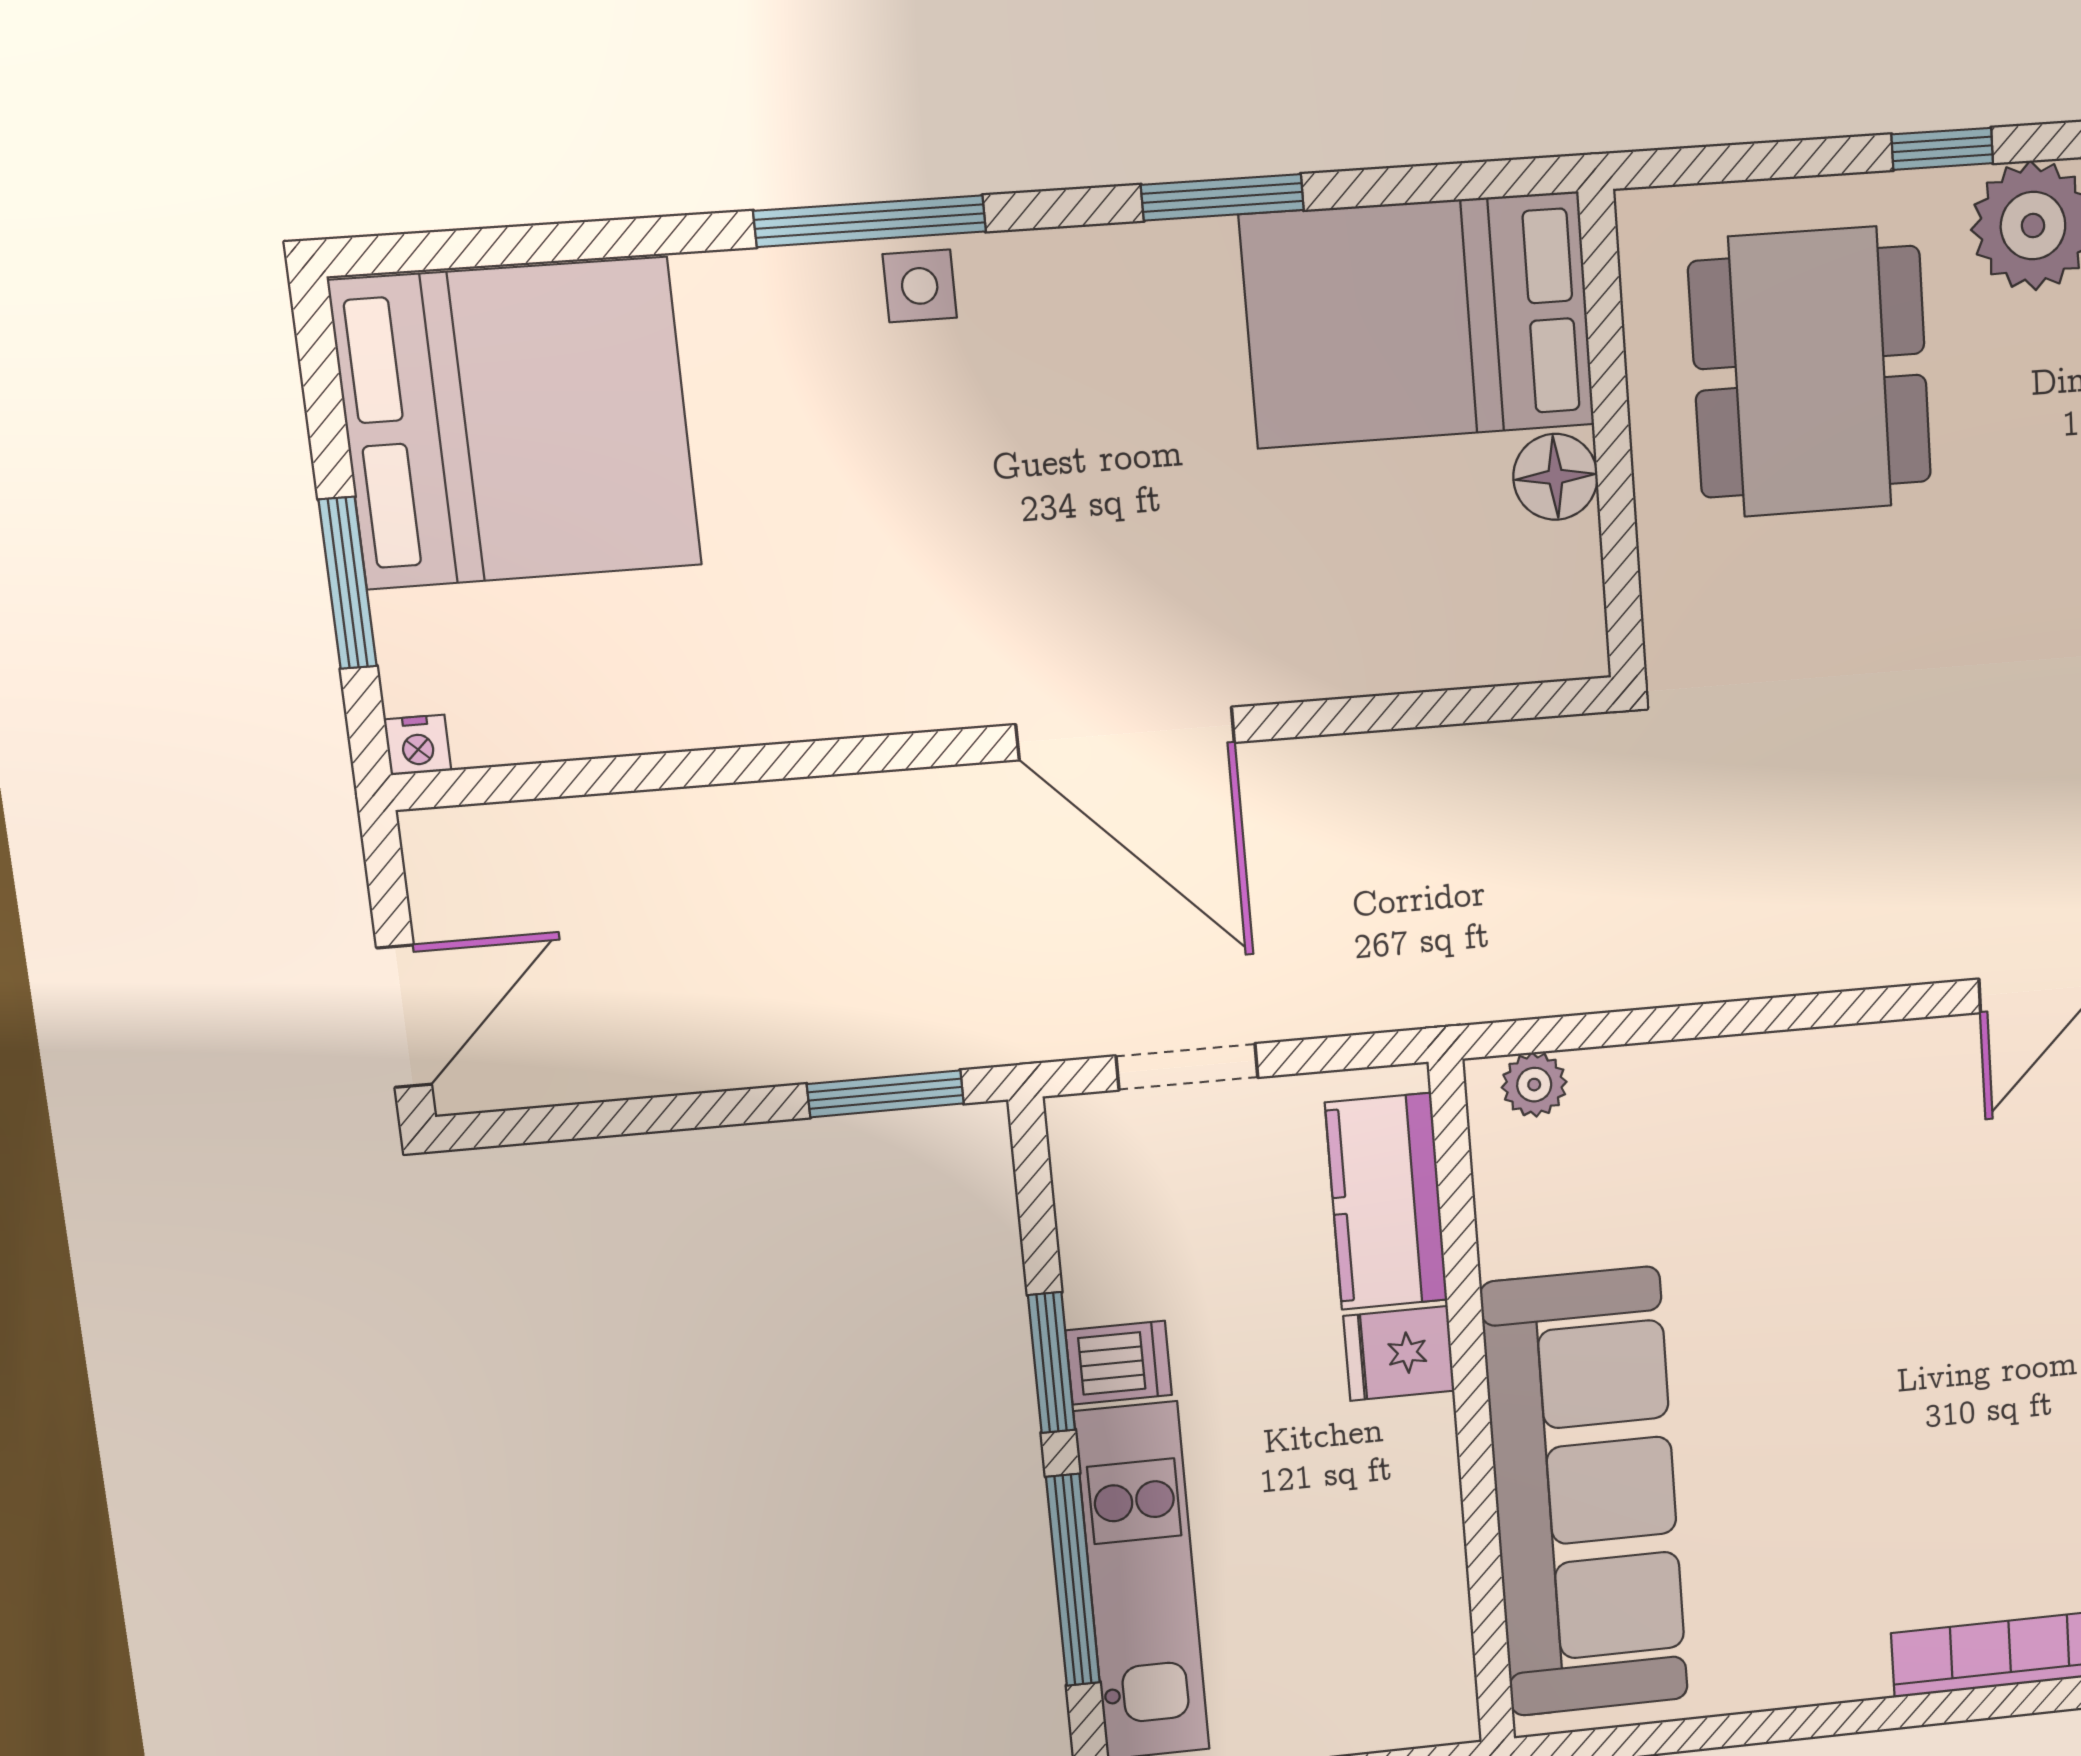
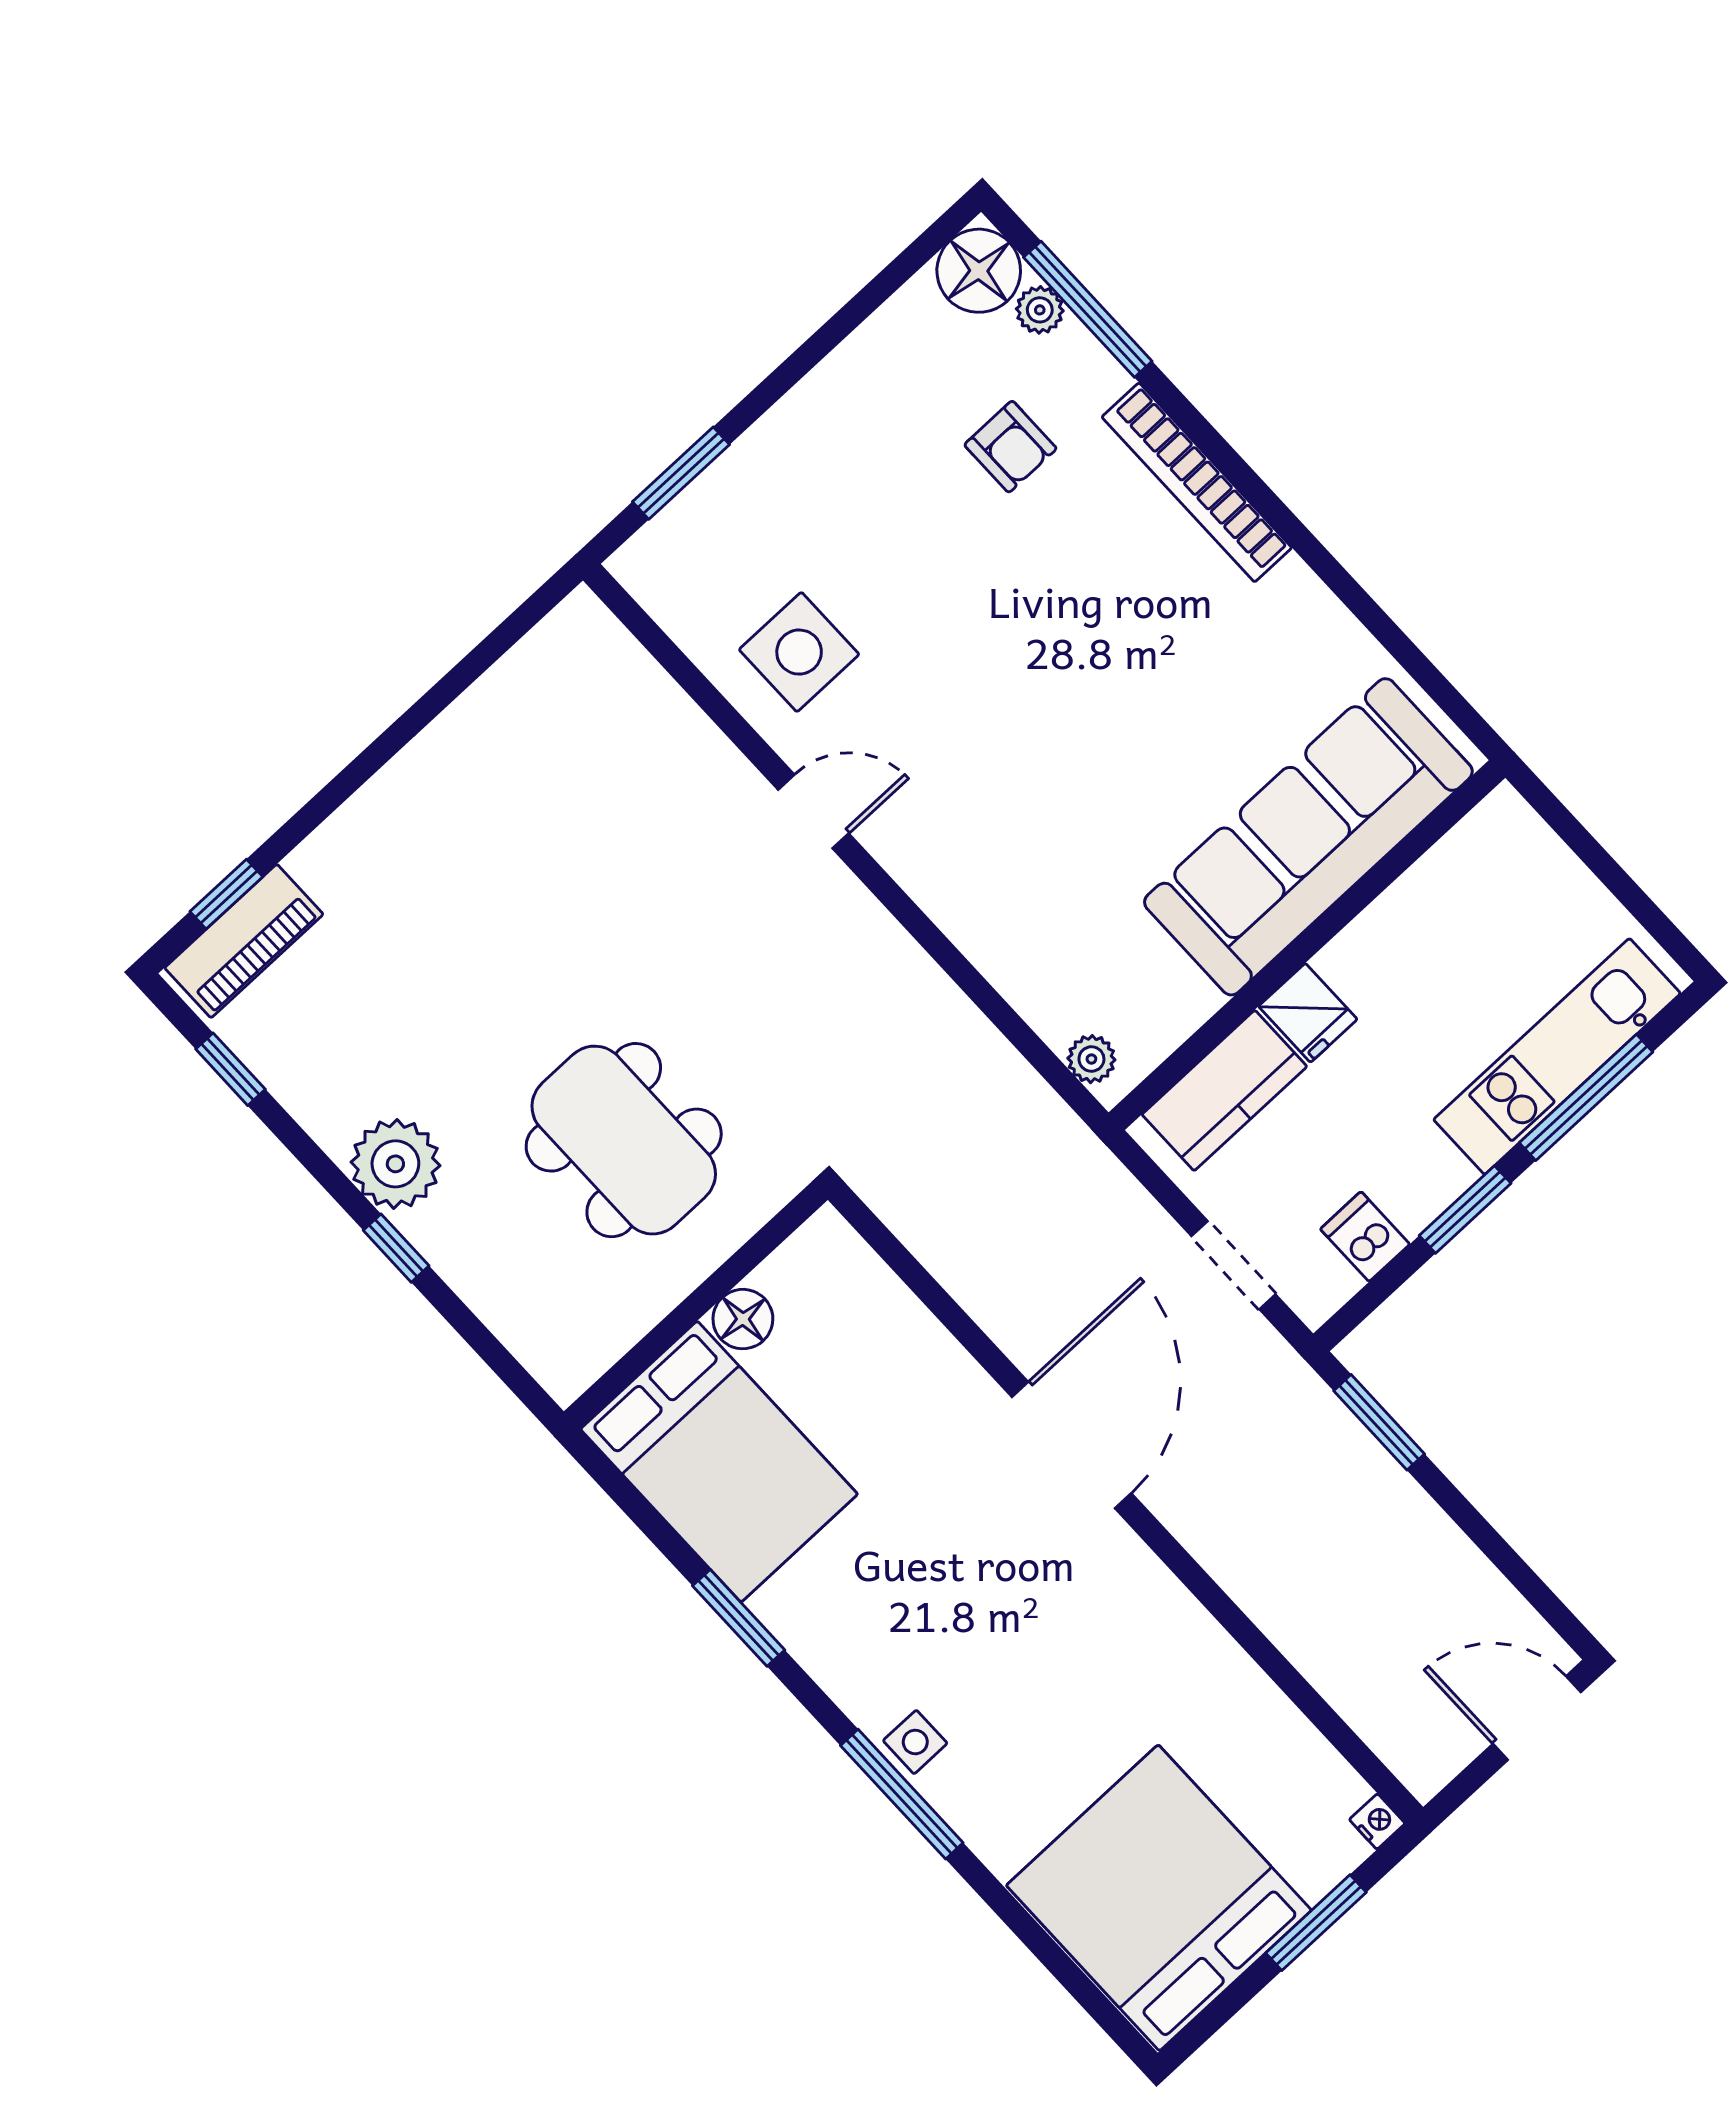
dining table: (1810, 372) -> (624, 1140), moved, turned 90
dishwasher: (1119, 1363) -> (1365, 1237), moved

